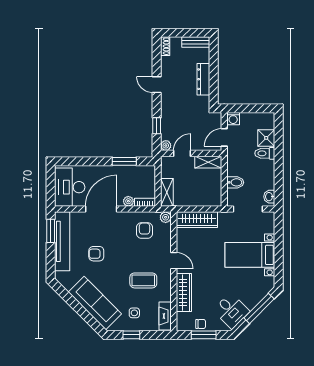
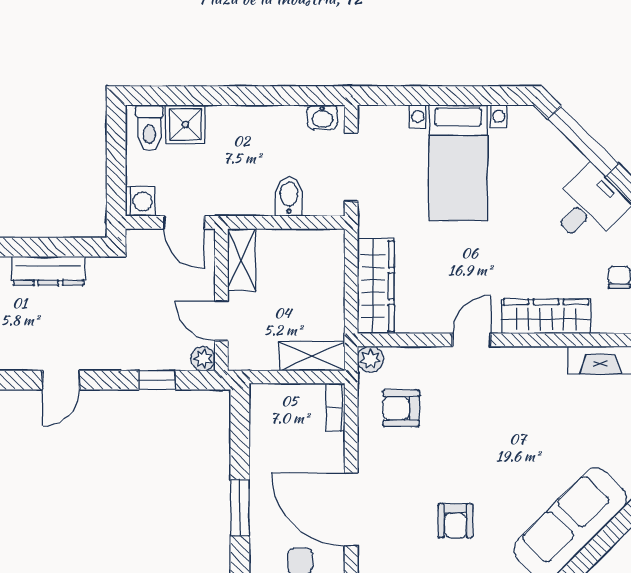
toilet: (265, 153) -> (149, 128), moved
window: (124, 161) -> (240, 507), moved
plant: (128, 201) -> (333, 446), removed
coffee table: (143, 280) -> (518, 411), removed
side table: (134, 313) -> (593, 432), removed

